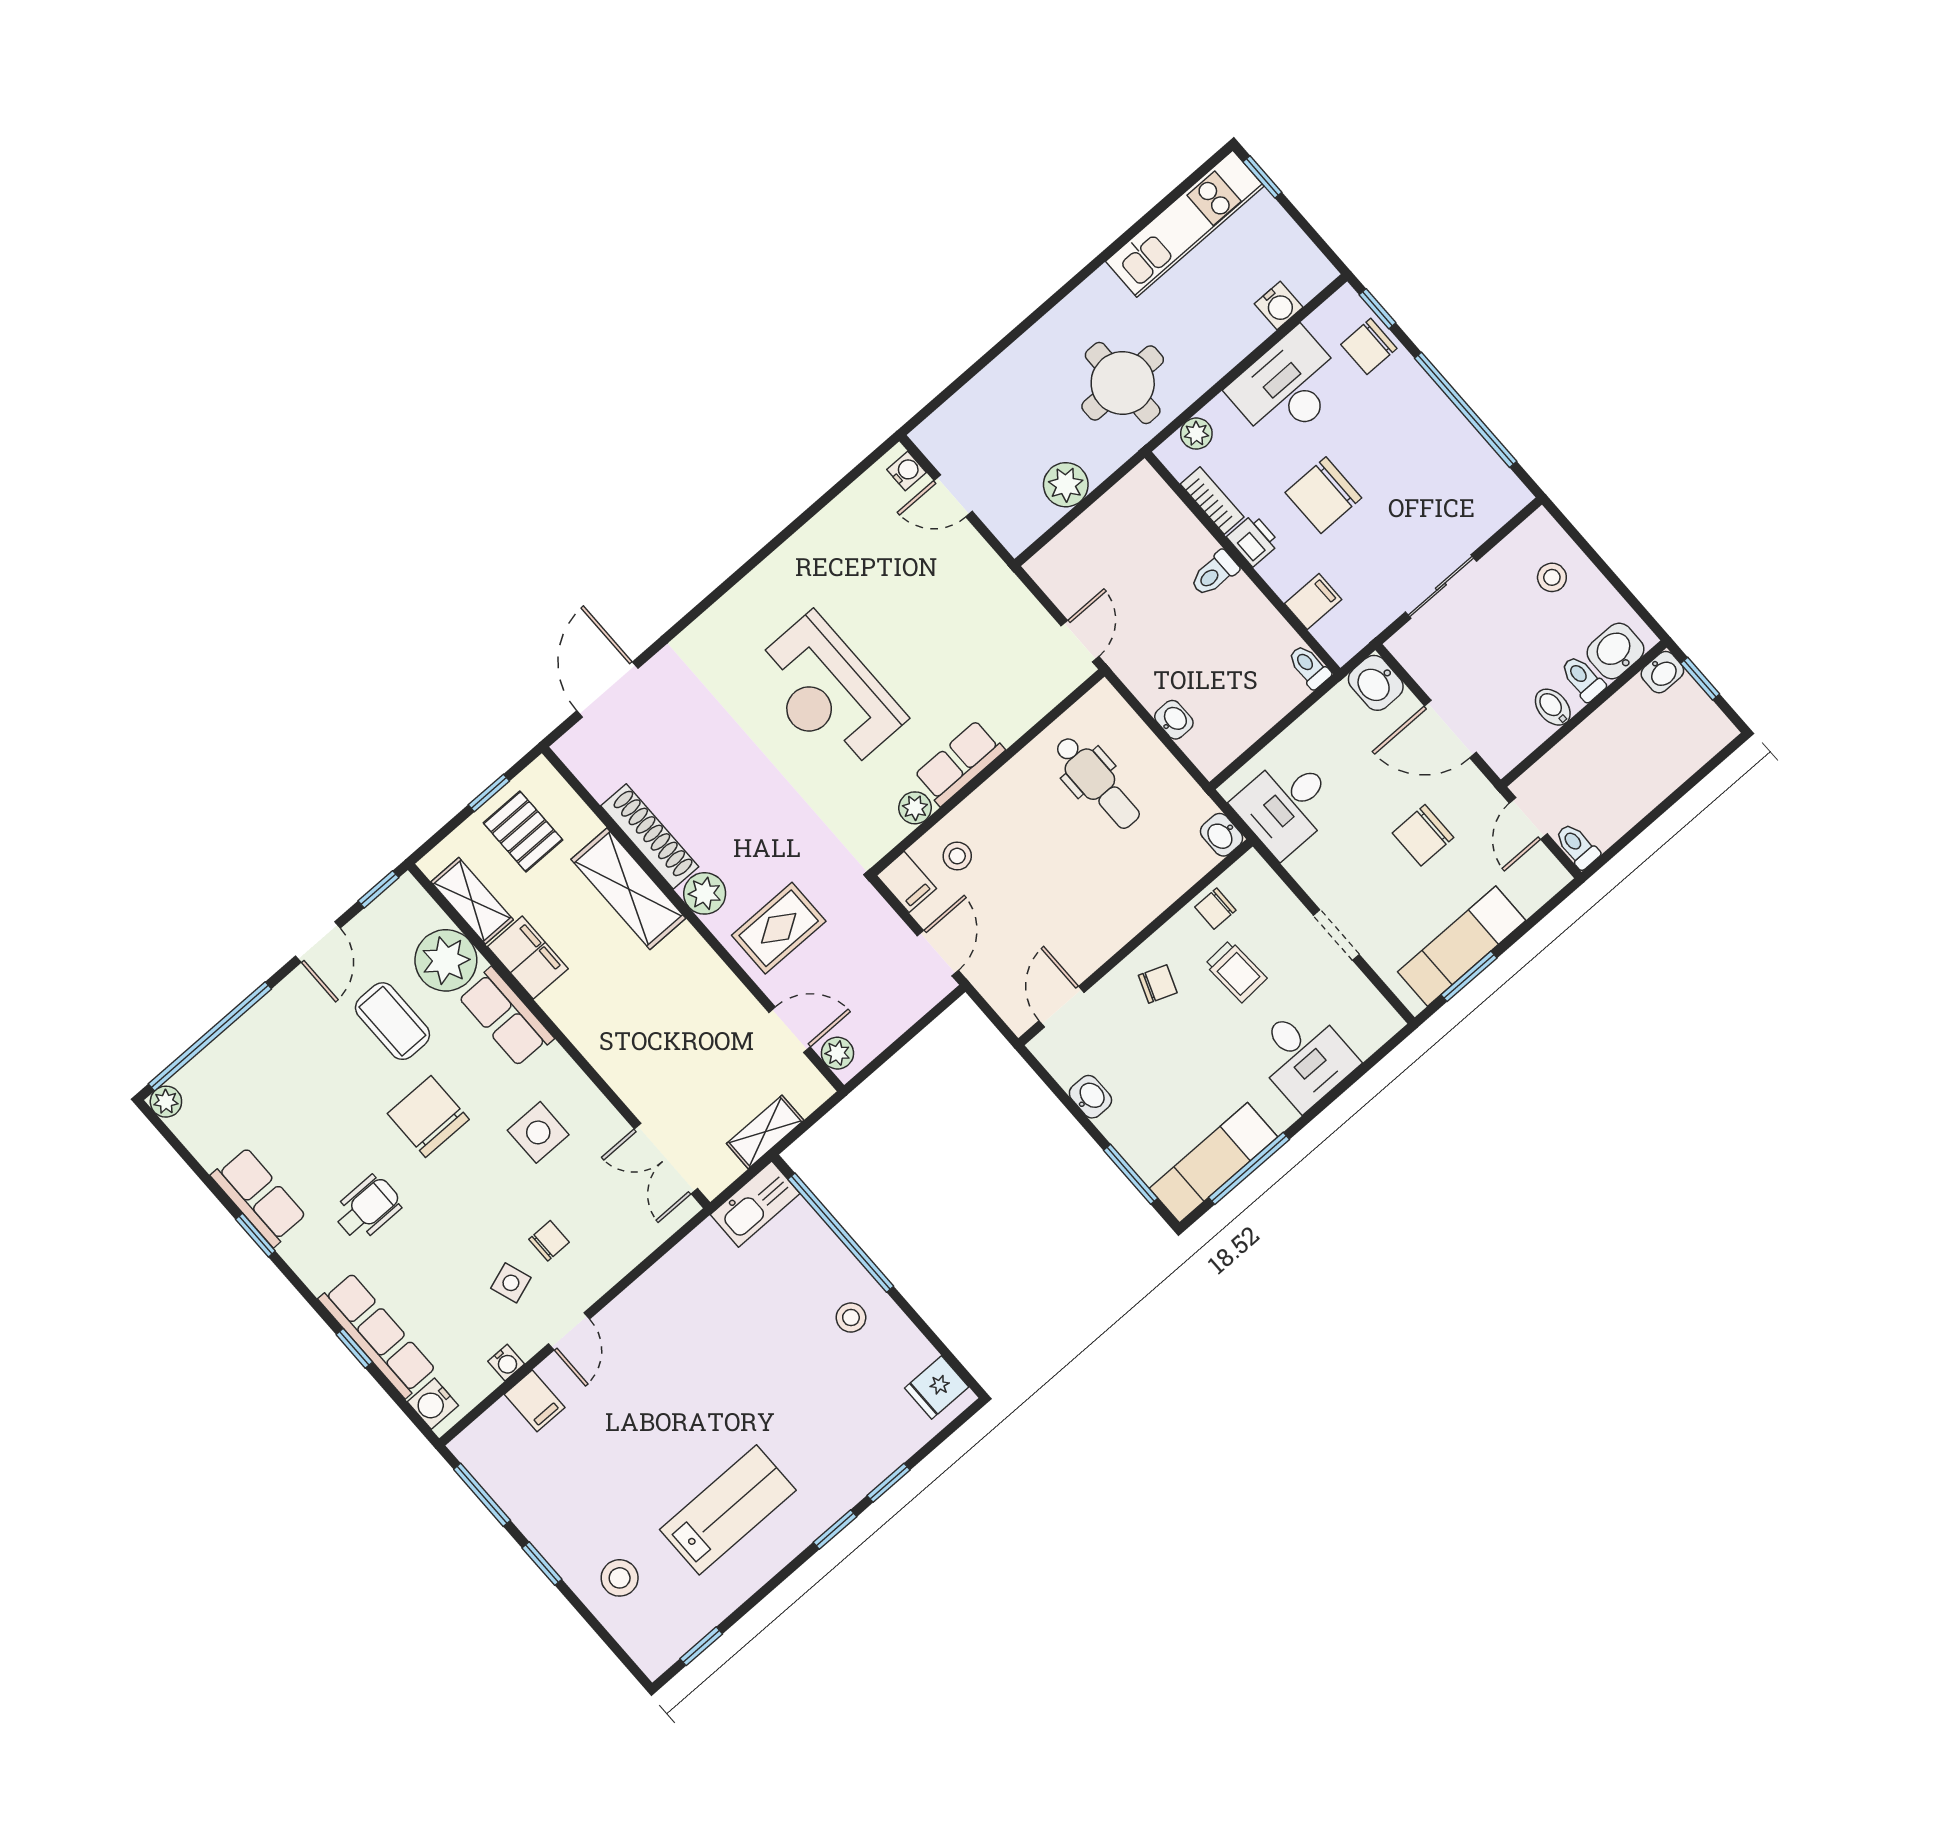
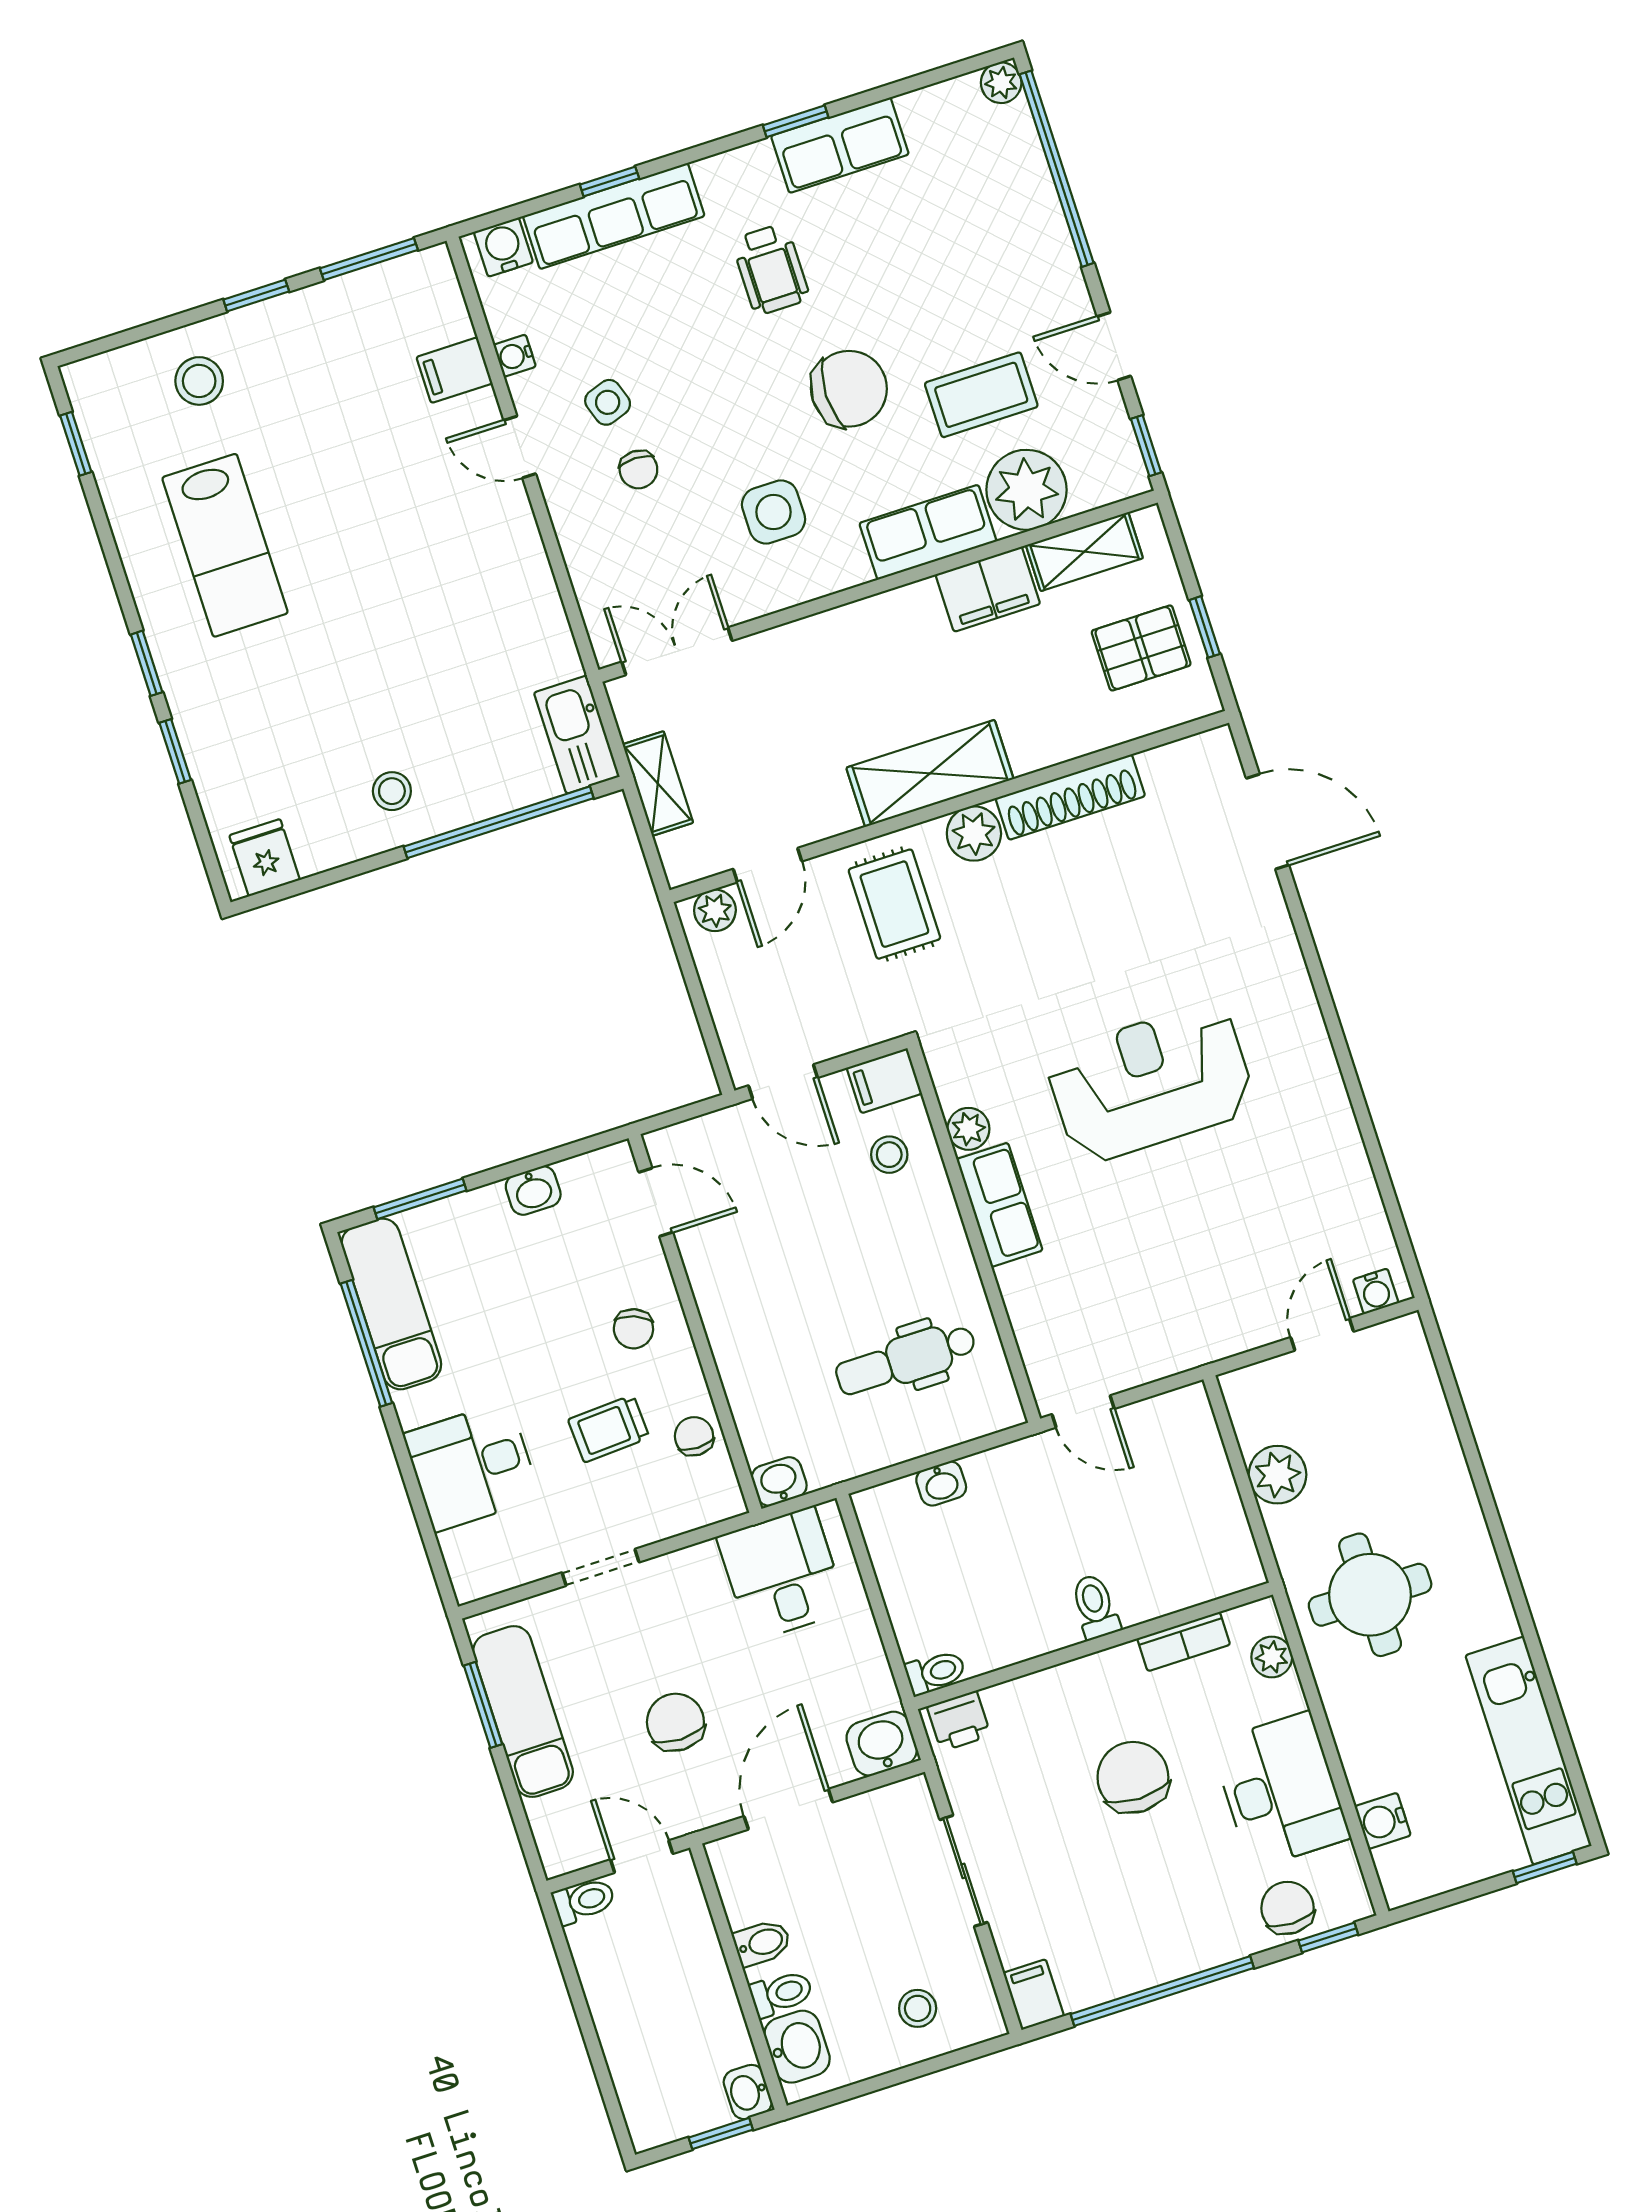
printer: (1253, 540) -> (959, 1721), moved
filing cabinet: (1313, 602) -> (1034, 1995), moved, turned 180
shelving: (628, 889) -> (930, 773), moved

